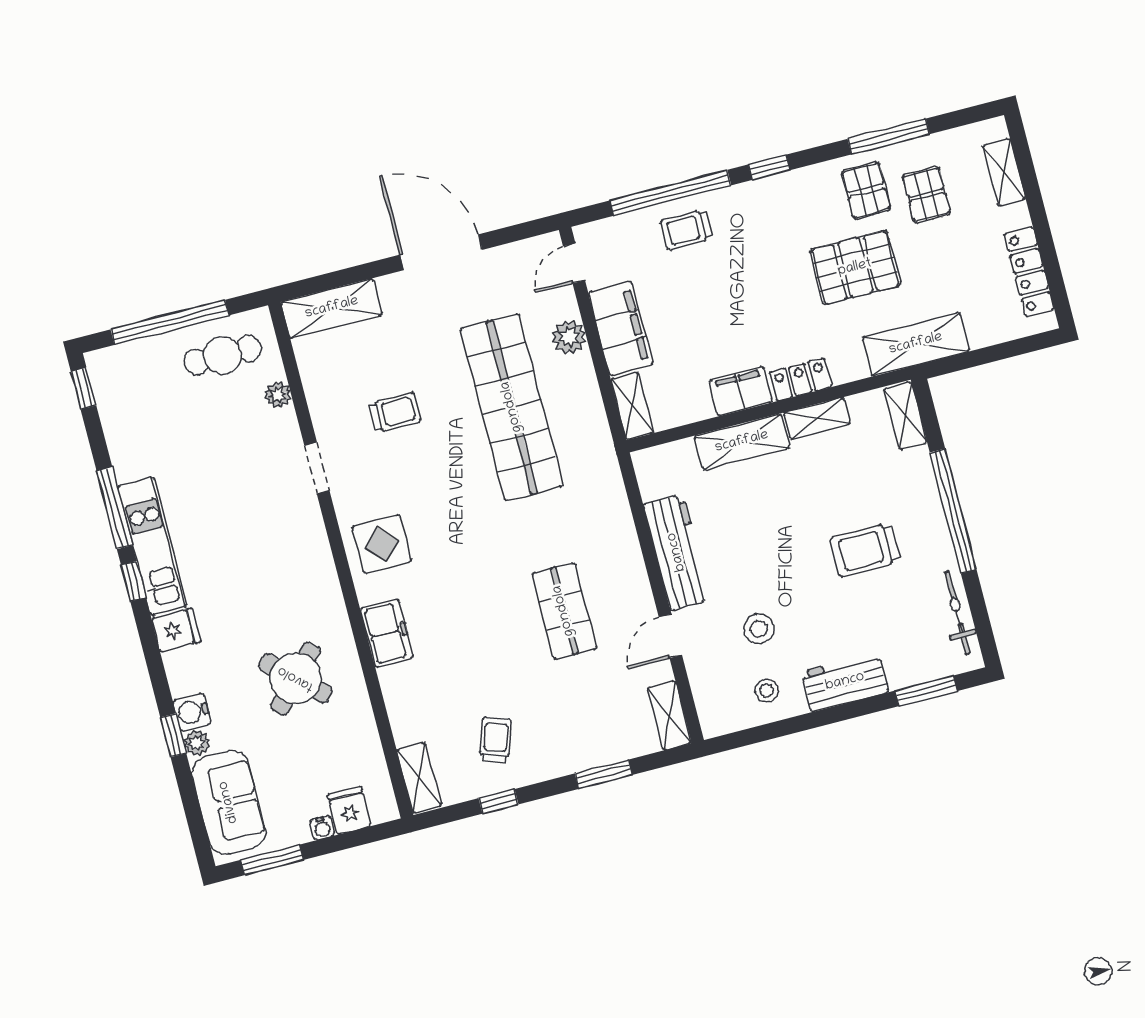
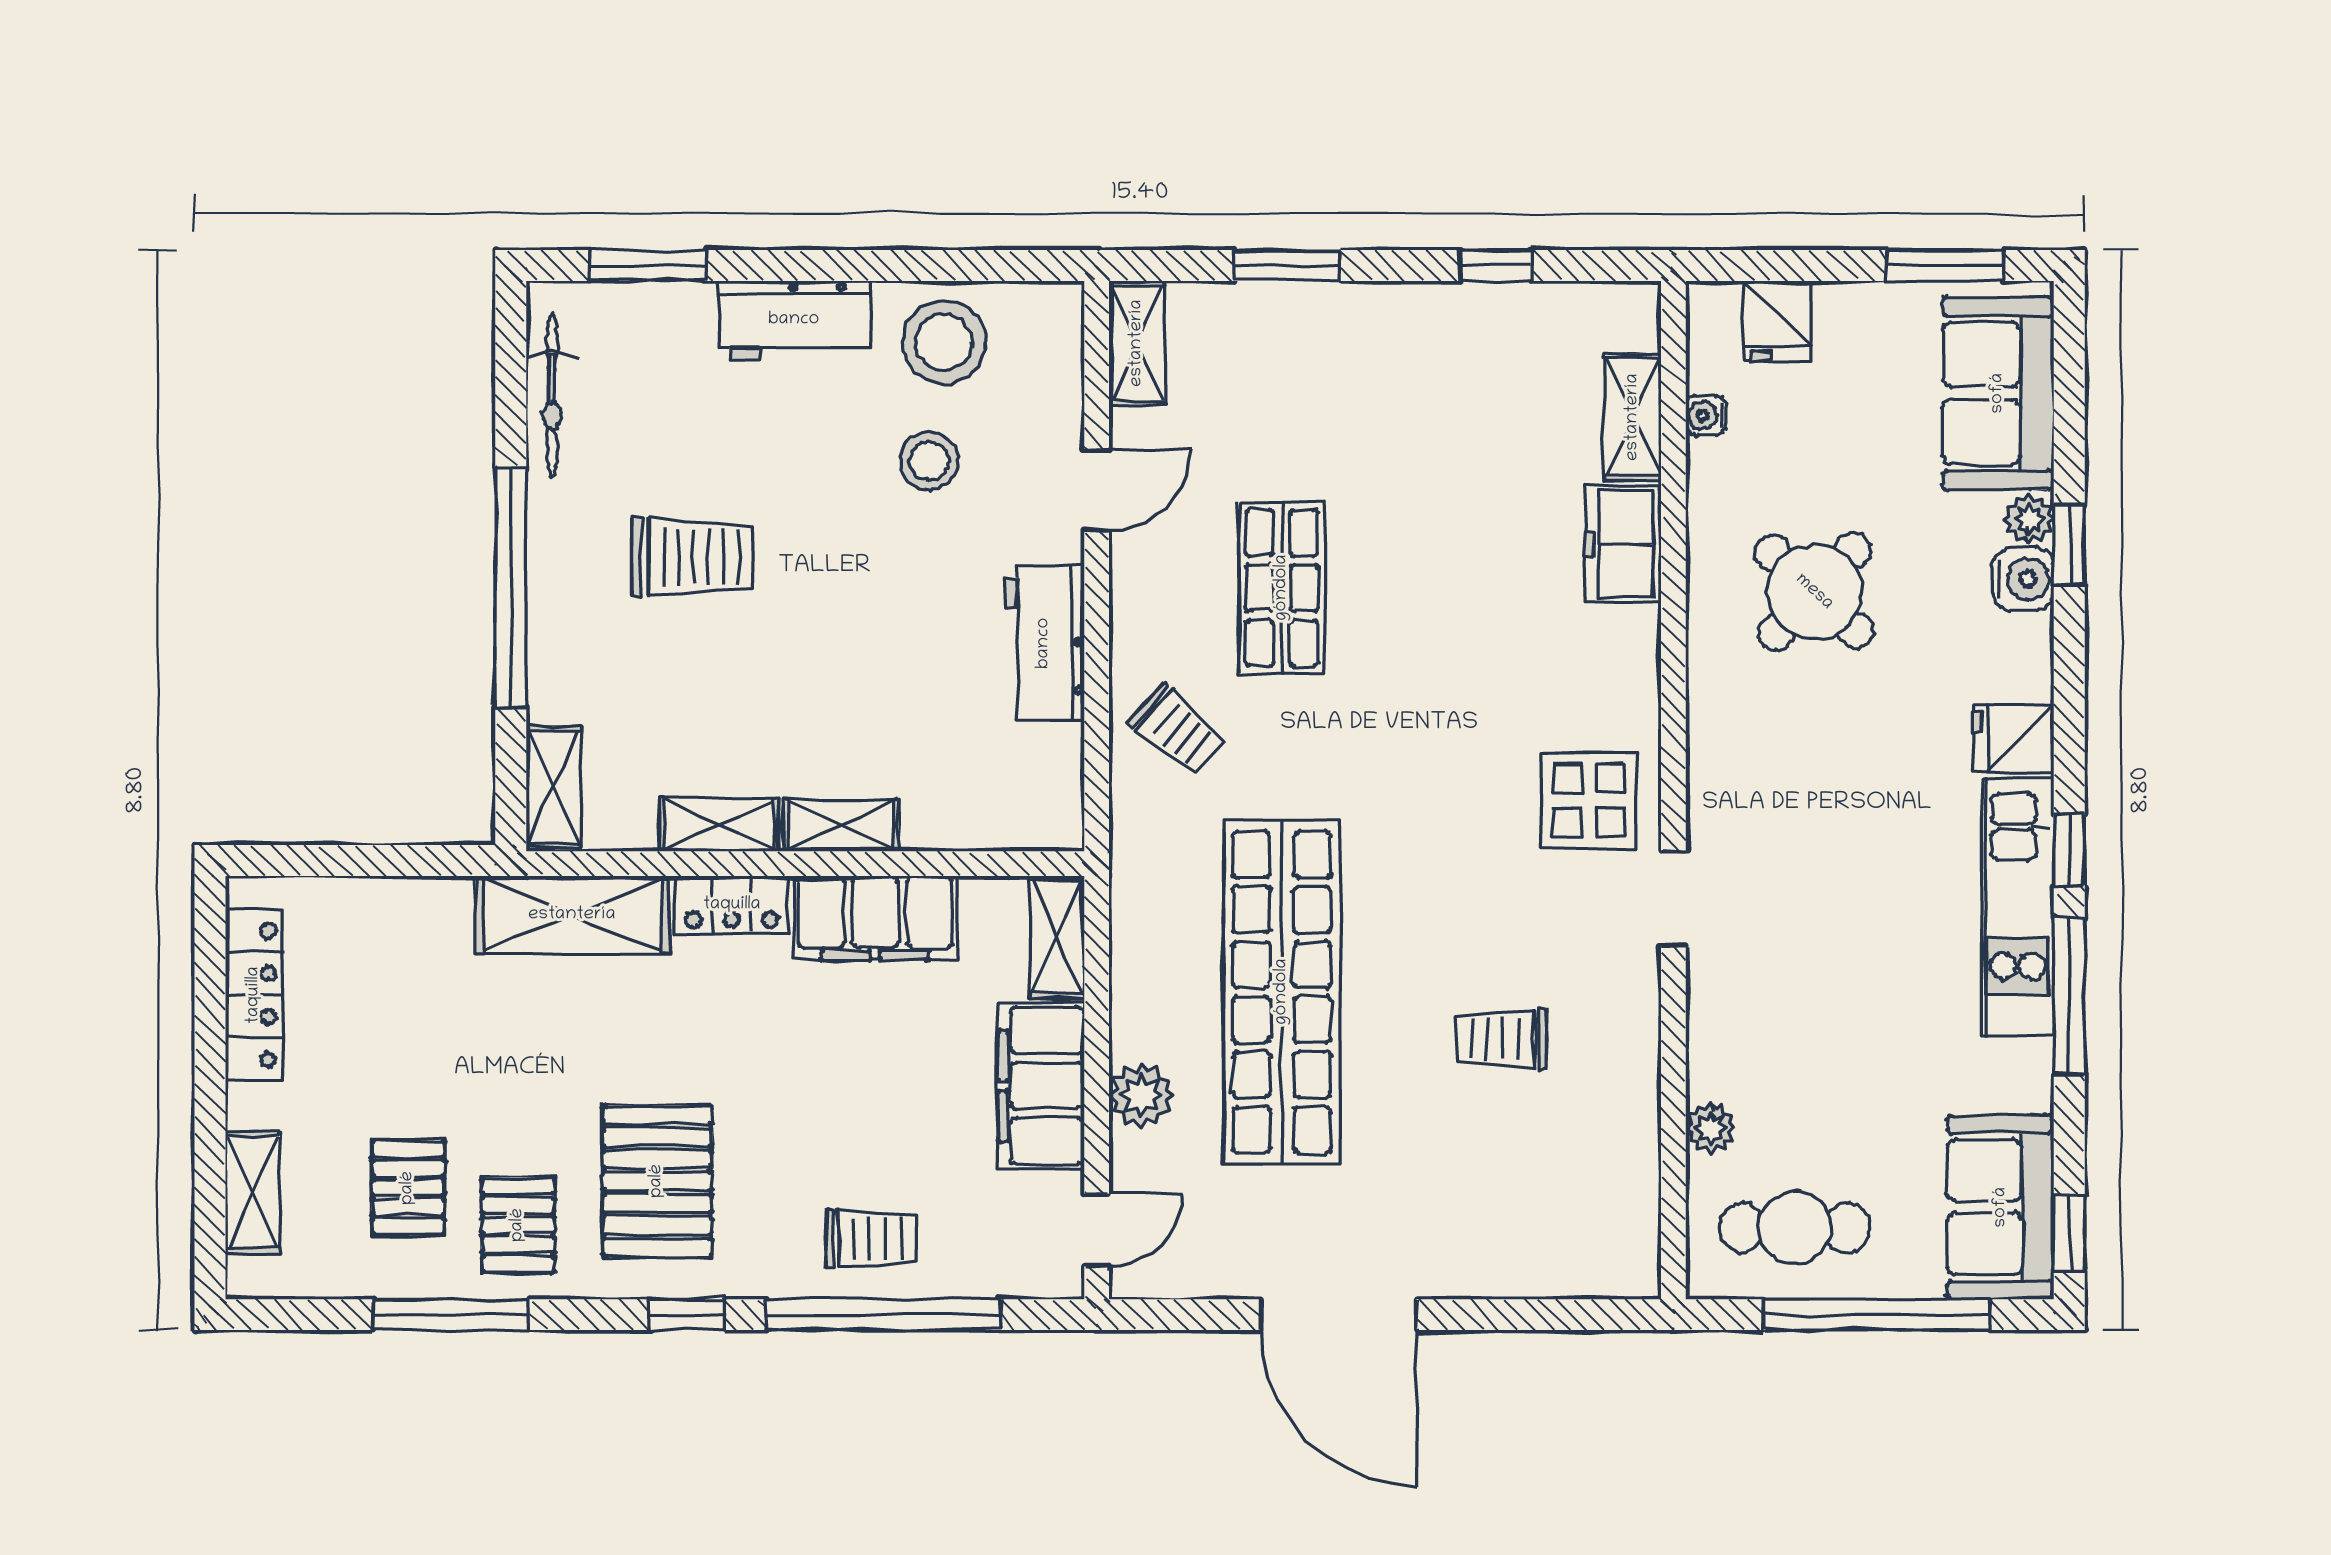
pallet: (855, 268) -> (657, 1181), moved, turned 90
shelving: (332, 308) -> (1569, 1263), removed
shelving: (916, 344) -> (572, 915), moved
filing cabinet: (741, 391) -> (875, 918), width x1.50, depth x1.17
sofa: (122, 393) -> (2001, 1207), added
shelving: (742, 442) -> (841, 826), width x0.67, depth x0.75
doorway: (317, 468) -> (1673, 899), moved
workbench: (677, 552) -> (1044, 643), width x0.73
freezer: (387, 633) -> (1623, 544), moved
stool: (767, 691) -> (944, 342), width x1.89, depth x1.89
trolley: (496, 740) -> (1177, 730), moved, turned -68
shelving: (419, 778) -> (1633, 417), moved
water cooler: (322, 828) -> (1706, 415), moved, turned -90

